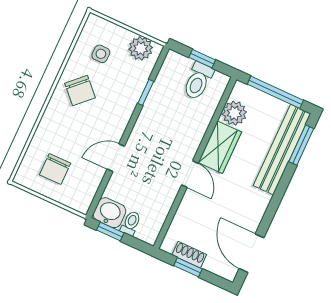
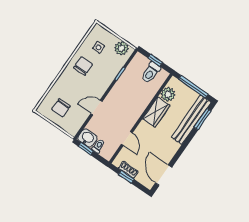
chair: (80, 91) -> (83, 66), turned -136
door: (190, 174) -> (127, 138), moved

